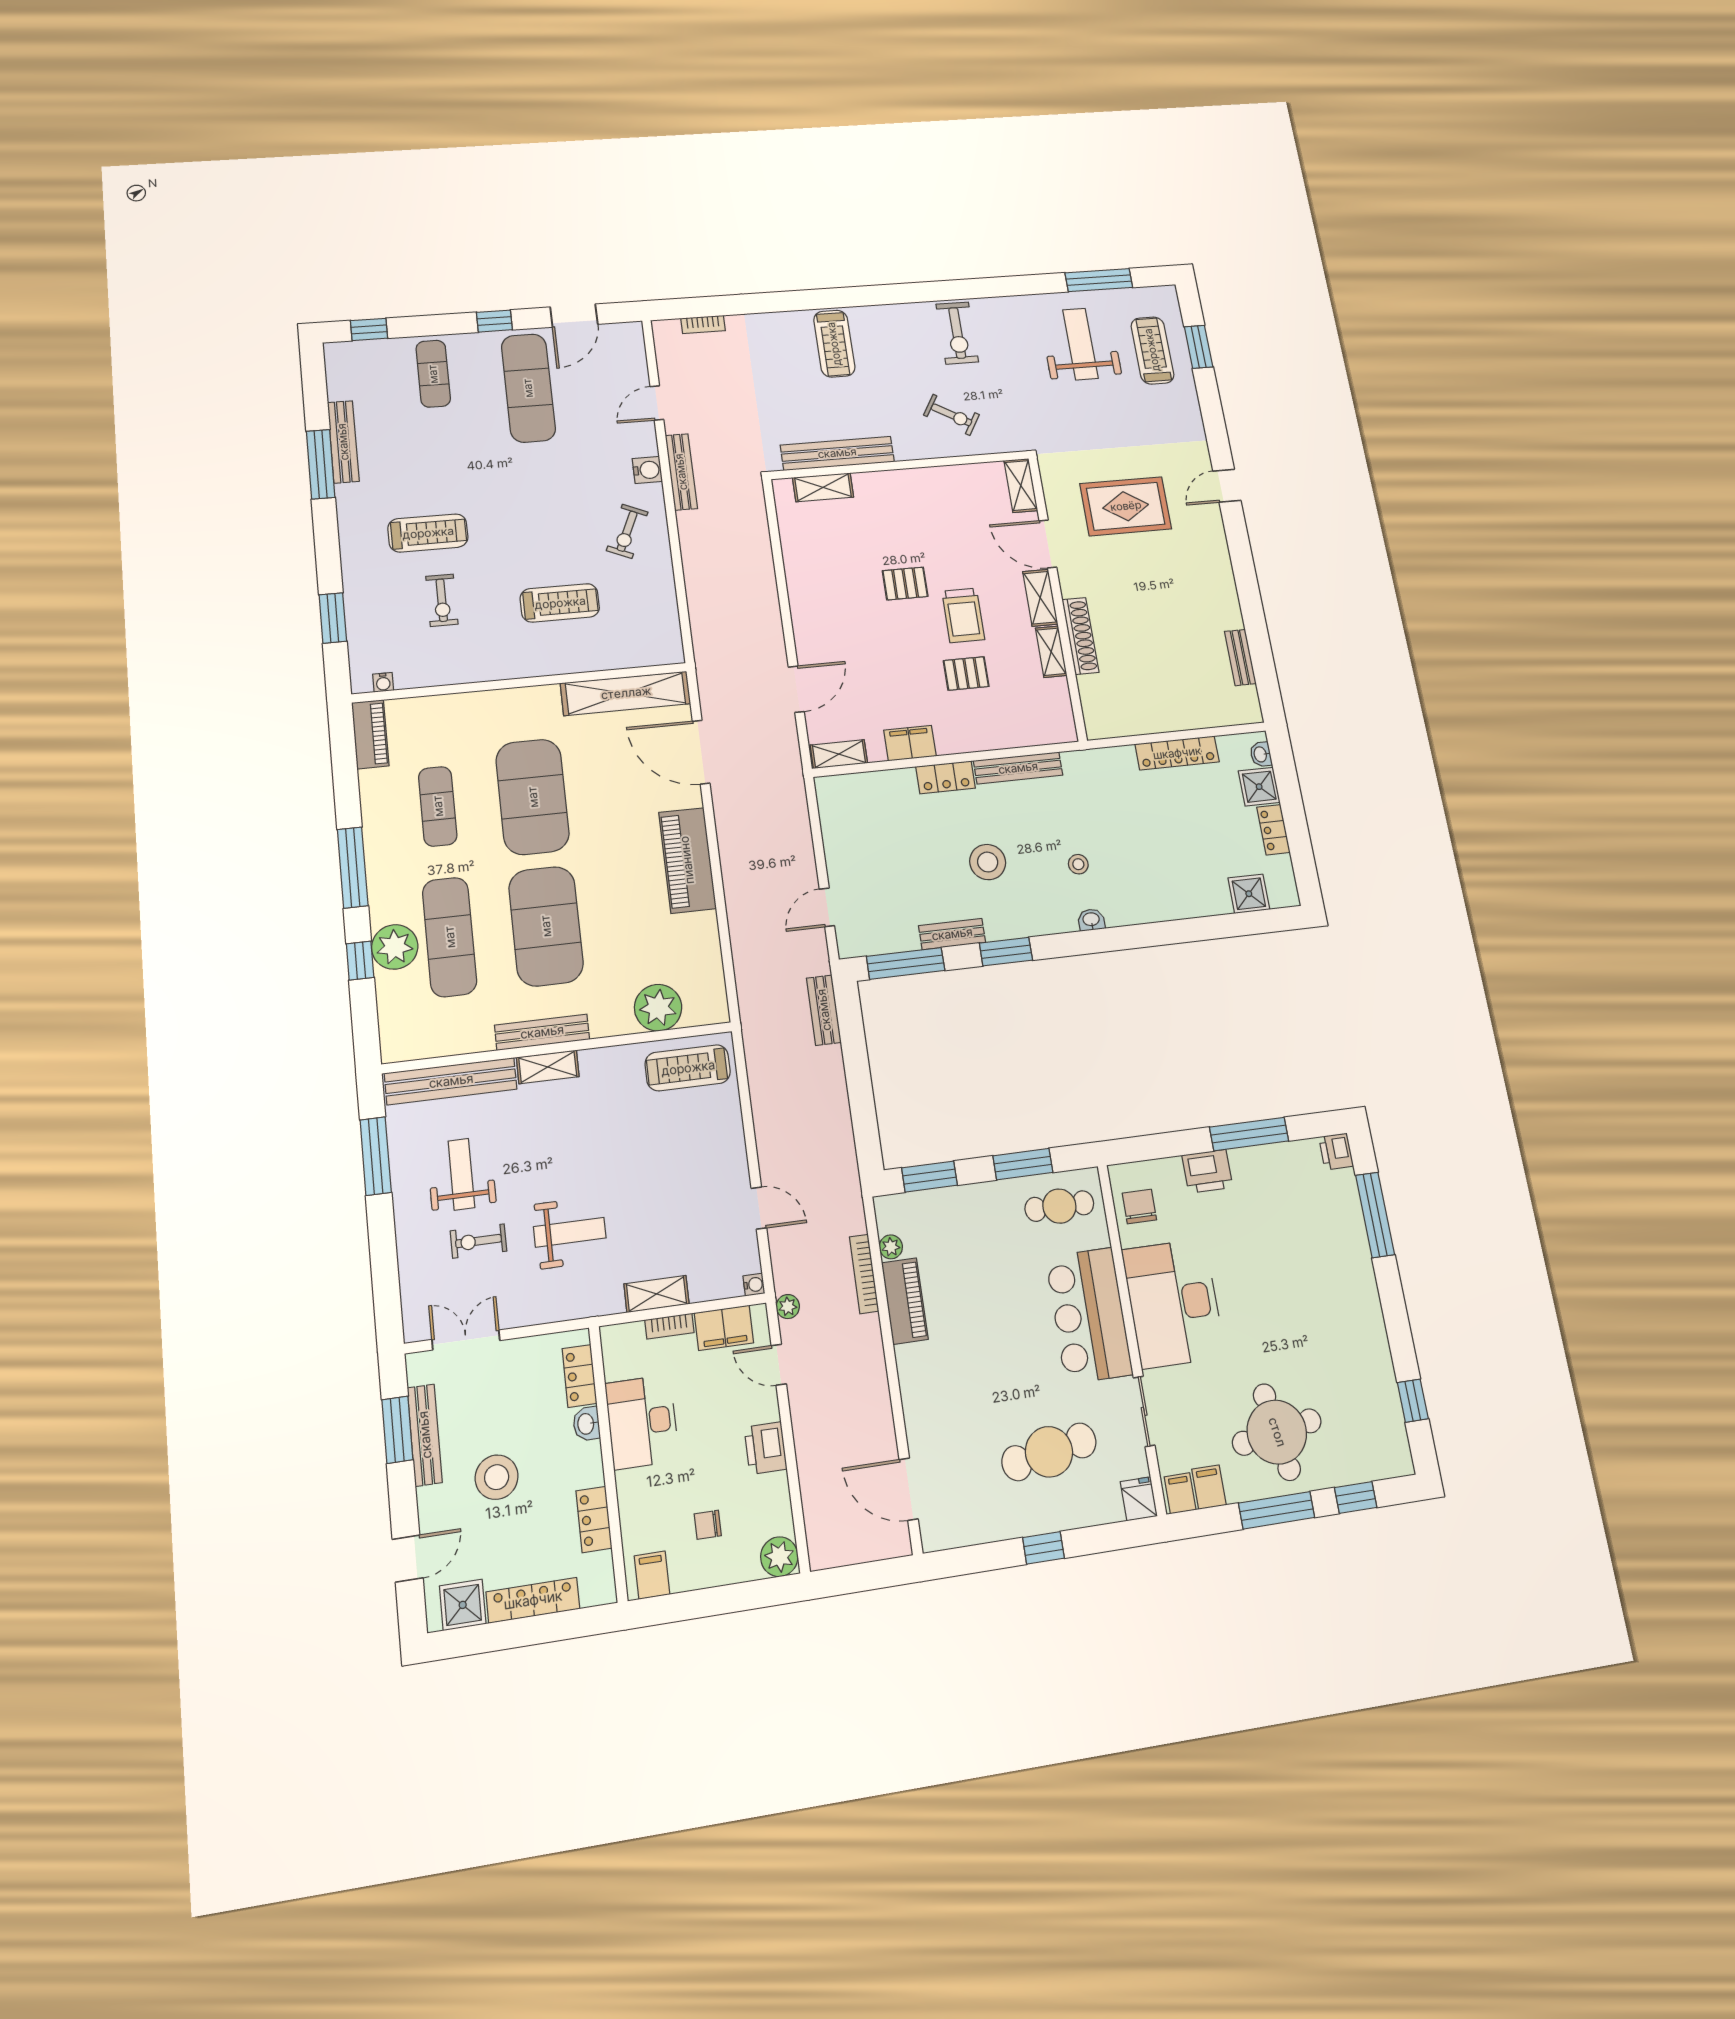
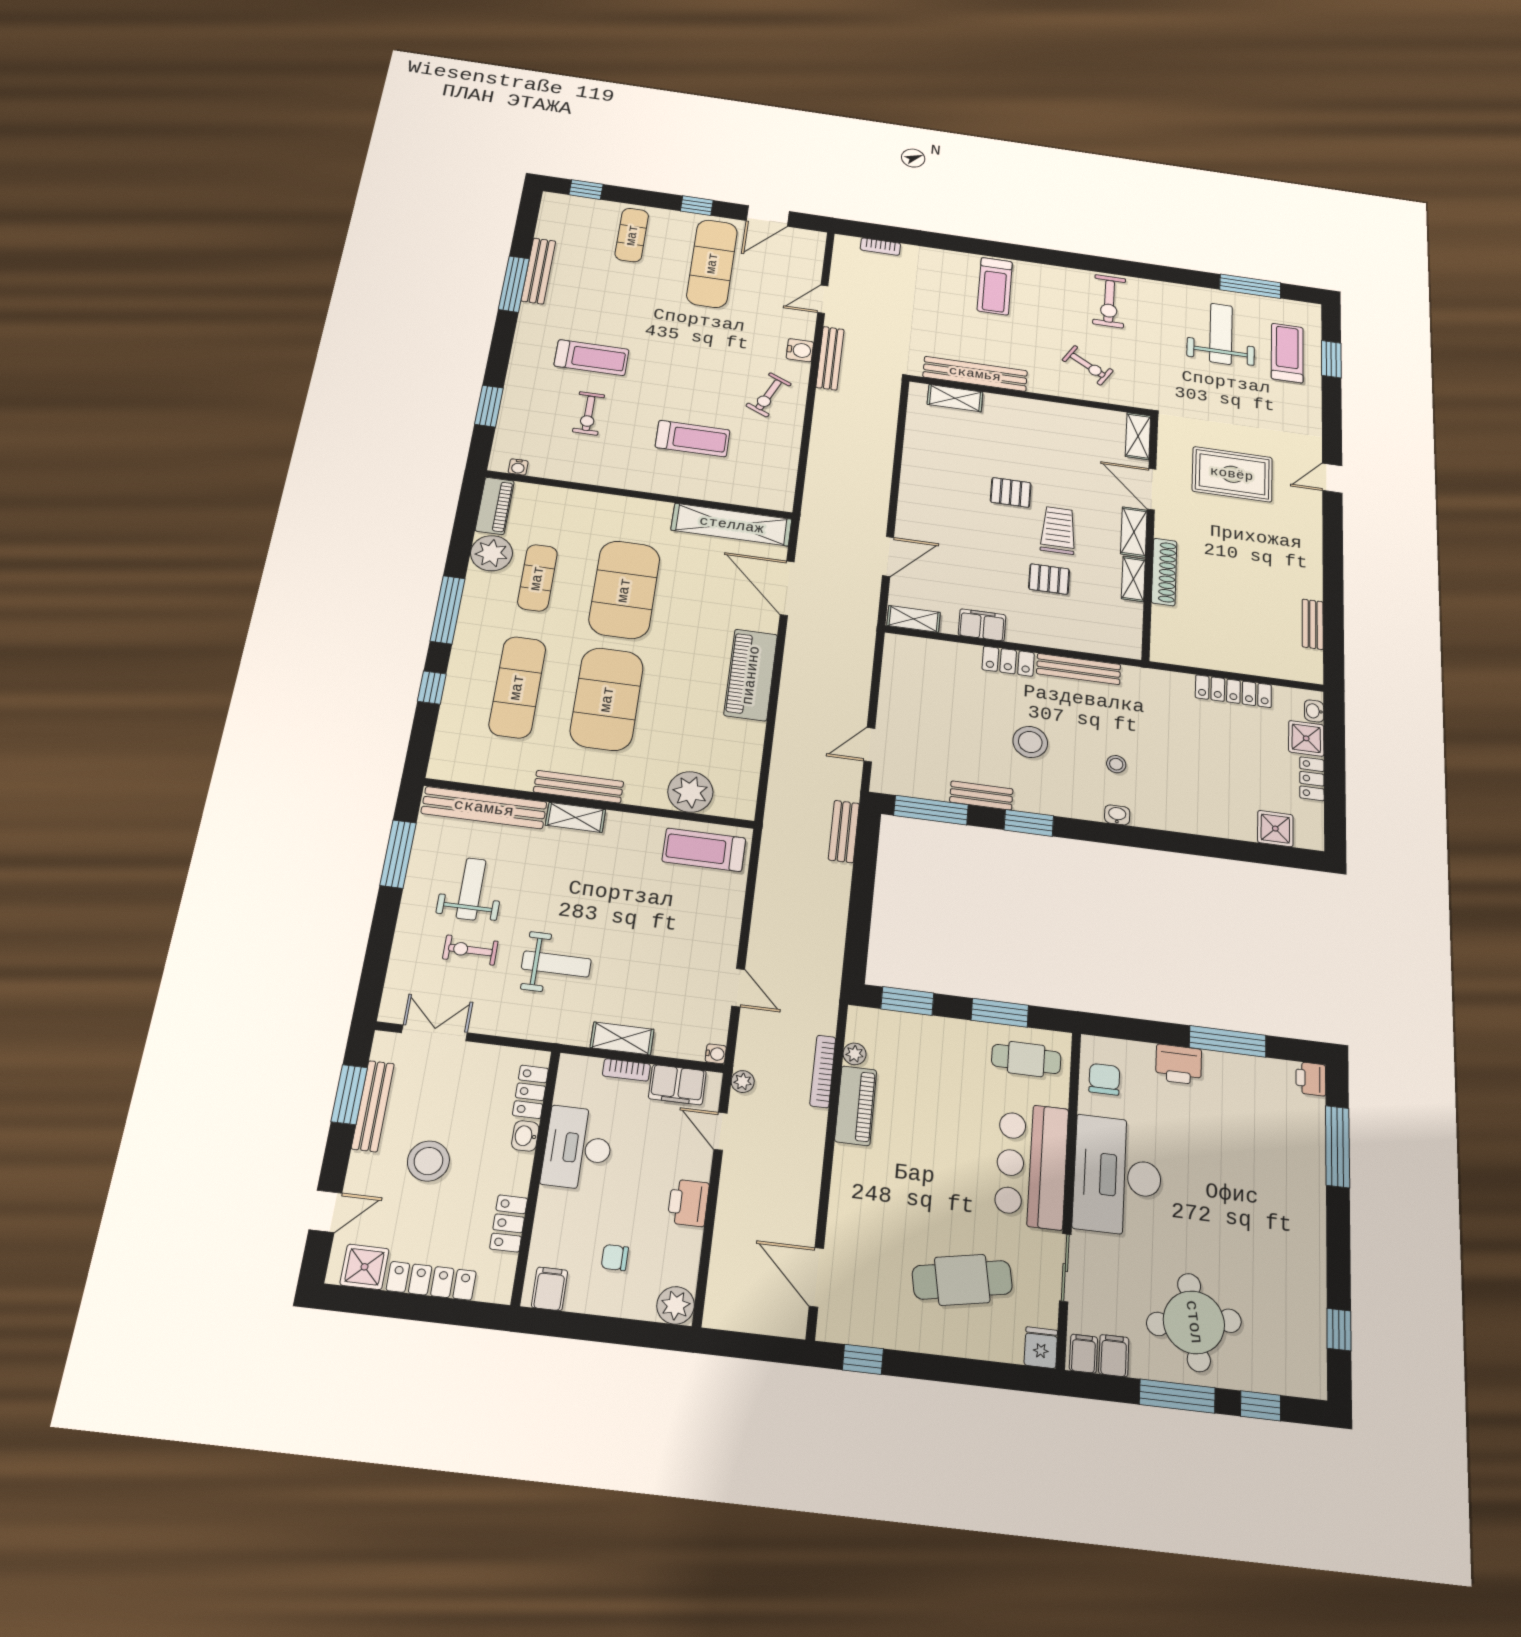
trolley: (963, 615) -> (1058, 530), turned 180
plant: (395, 947) -> (491, 553), moved
window: (1043, 1548) -> (863, 1359), moved

